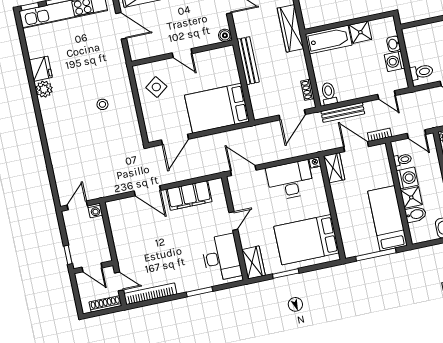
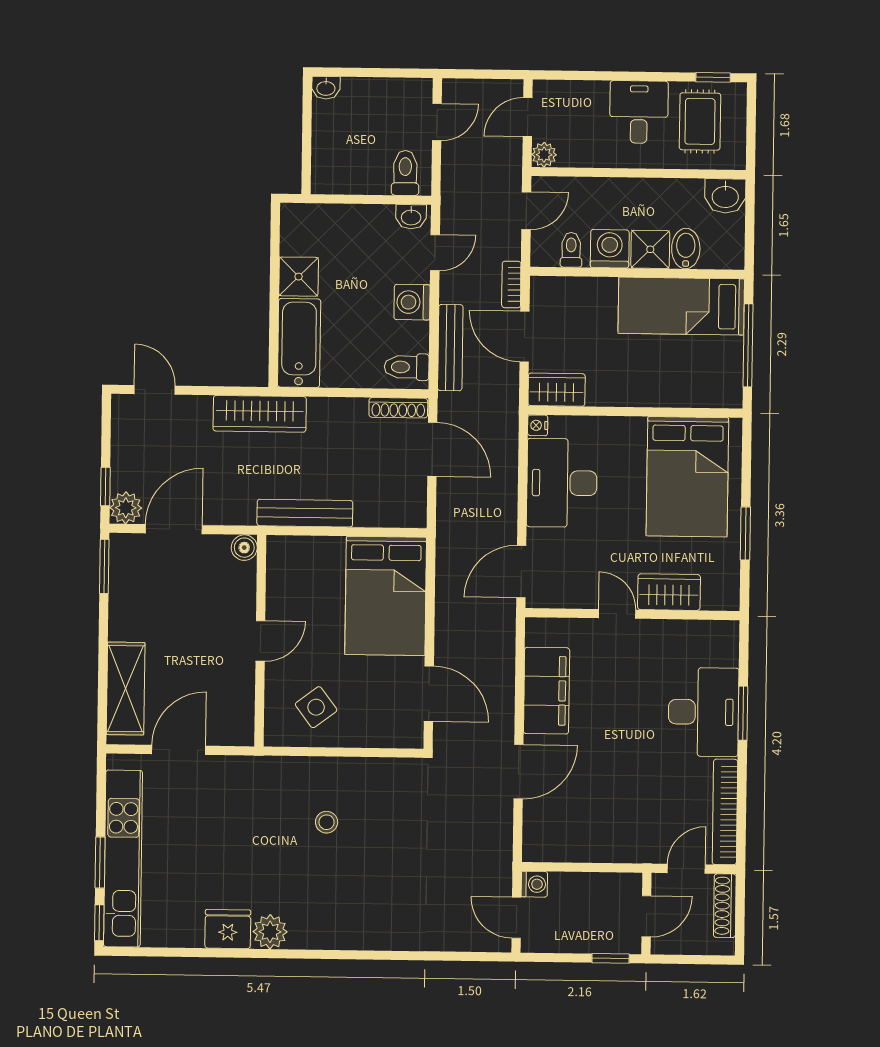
washbasin: (394, 44) -> (411, 217), moved
washing machine: (394, 61) -> (412, 302), moved, turned 90
shoe rack: (308, 90) -> (398, 408), width x1.43
door: (356, 147) -> (525, 337), hinge flipped
desk: (221, 258) -> (703, 712), moved, turned 90
wardrobe: (253, 263) -> (669, 592), moved

